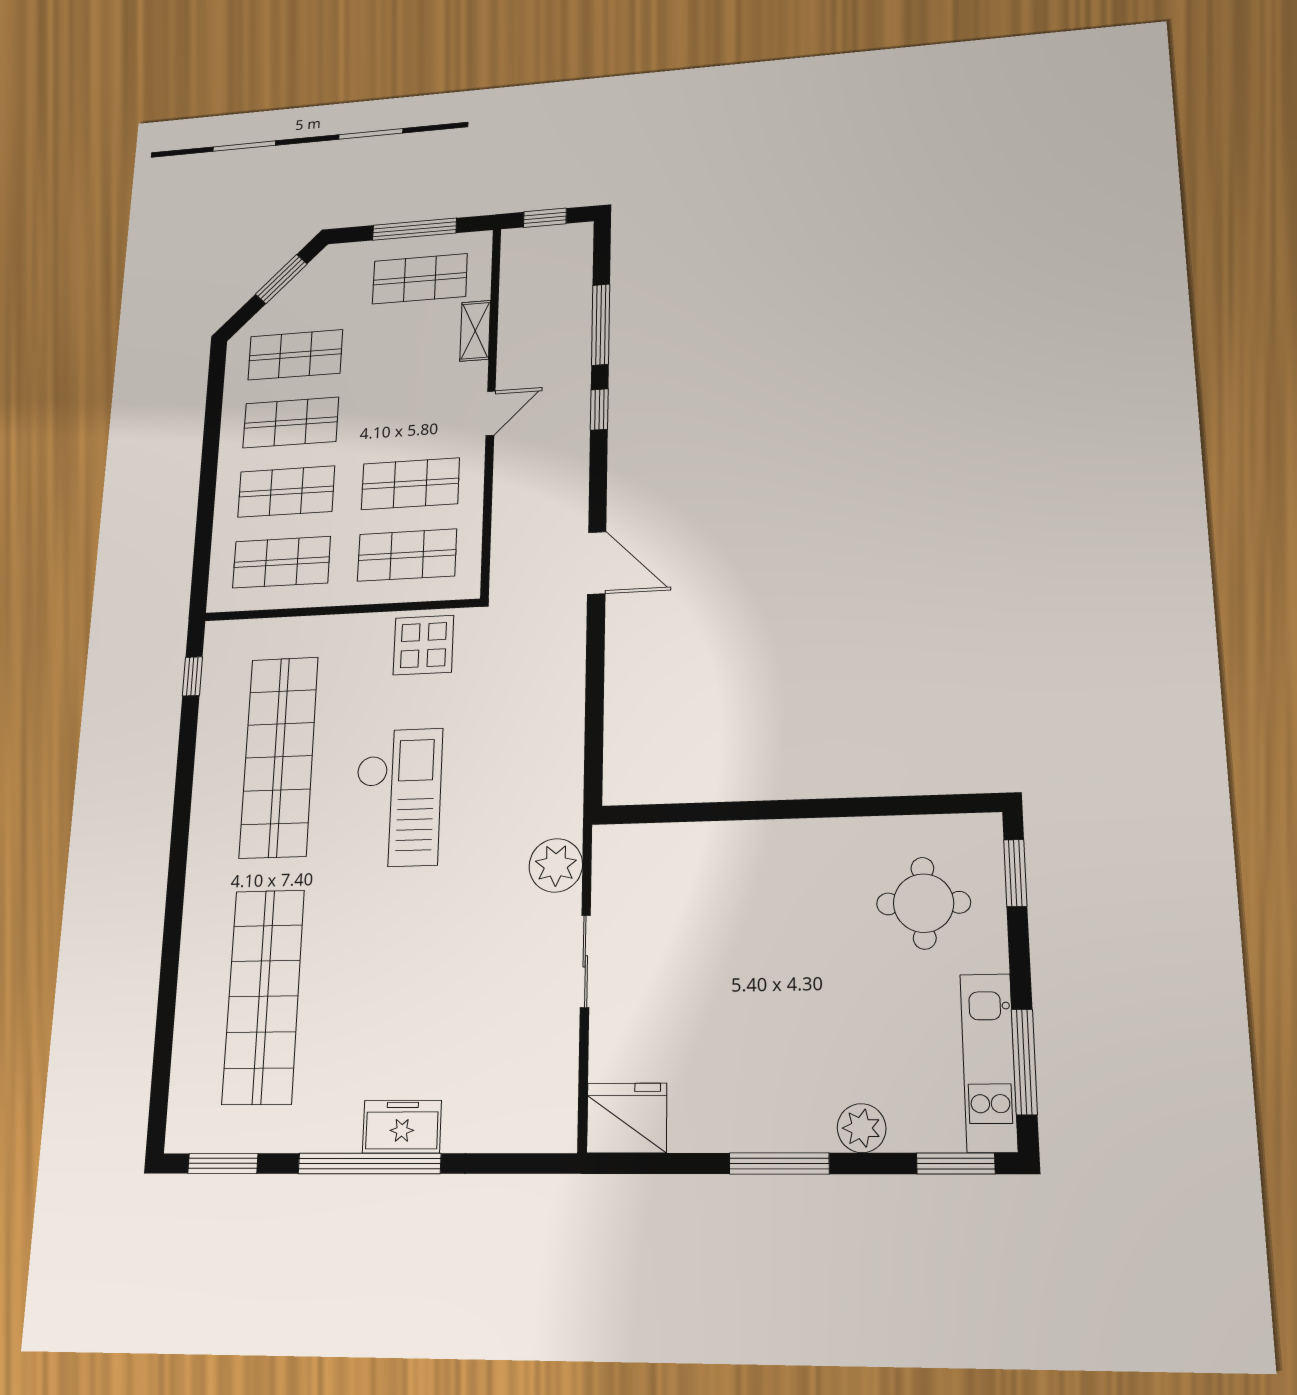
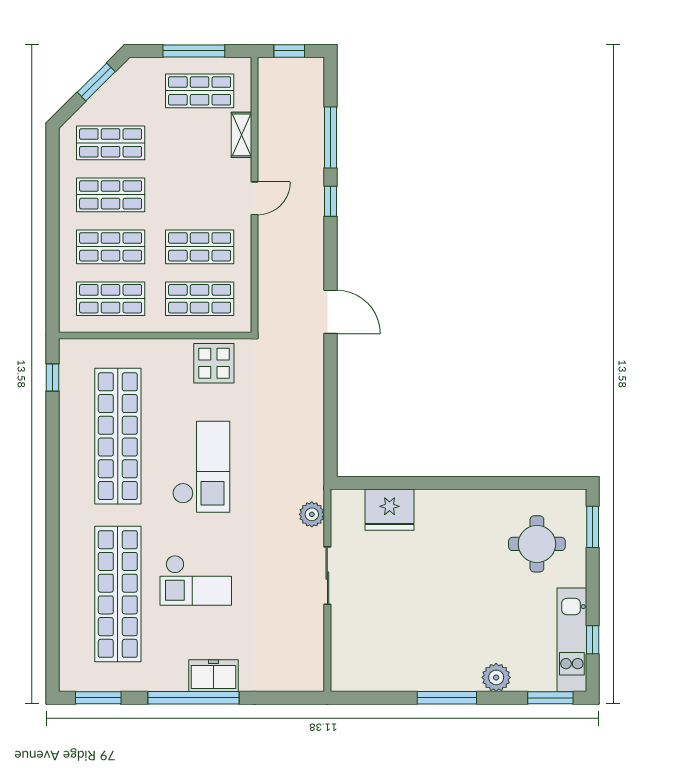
plant: (556, 865) -> (312, 514), width x0.73, depth x0.73
checkout: (382, 972) -> (196, 580), added
window: (1024, 1062) -> (593, 640), width x0.46
fridge: (627, 1118) -> (390, 510), moved, turned 180

